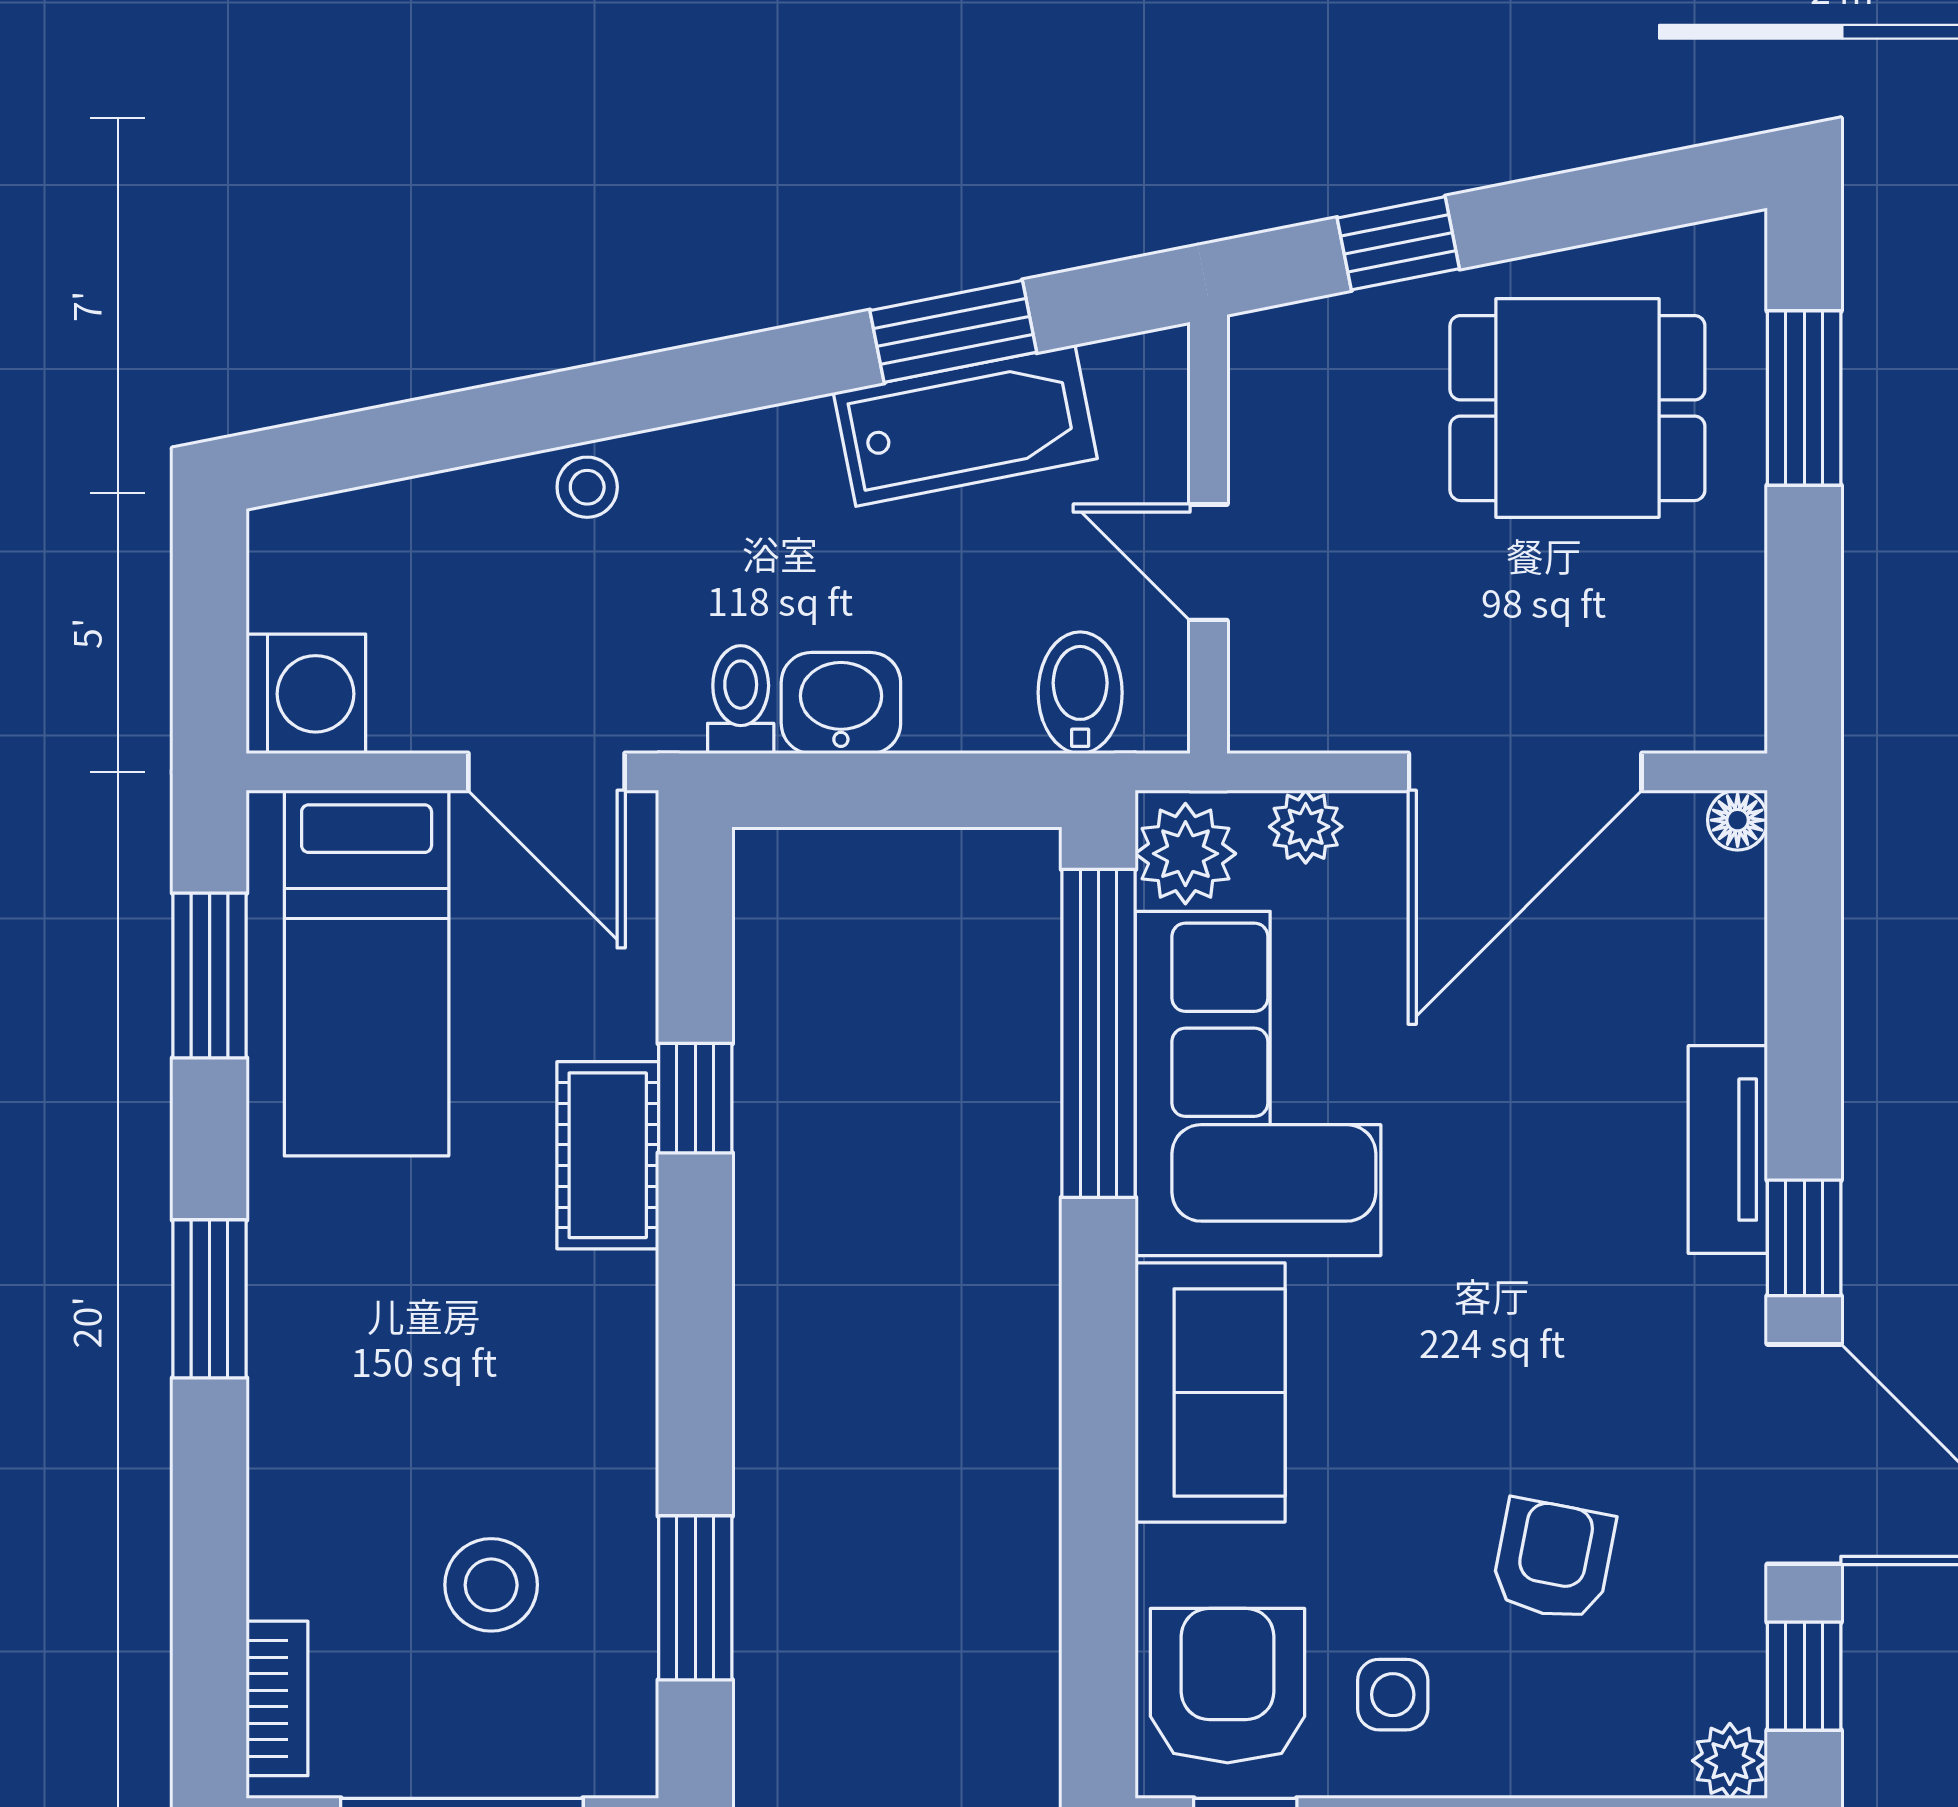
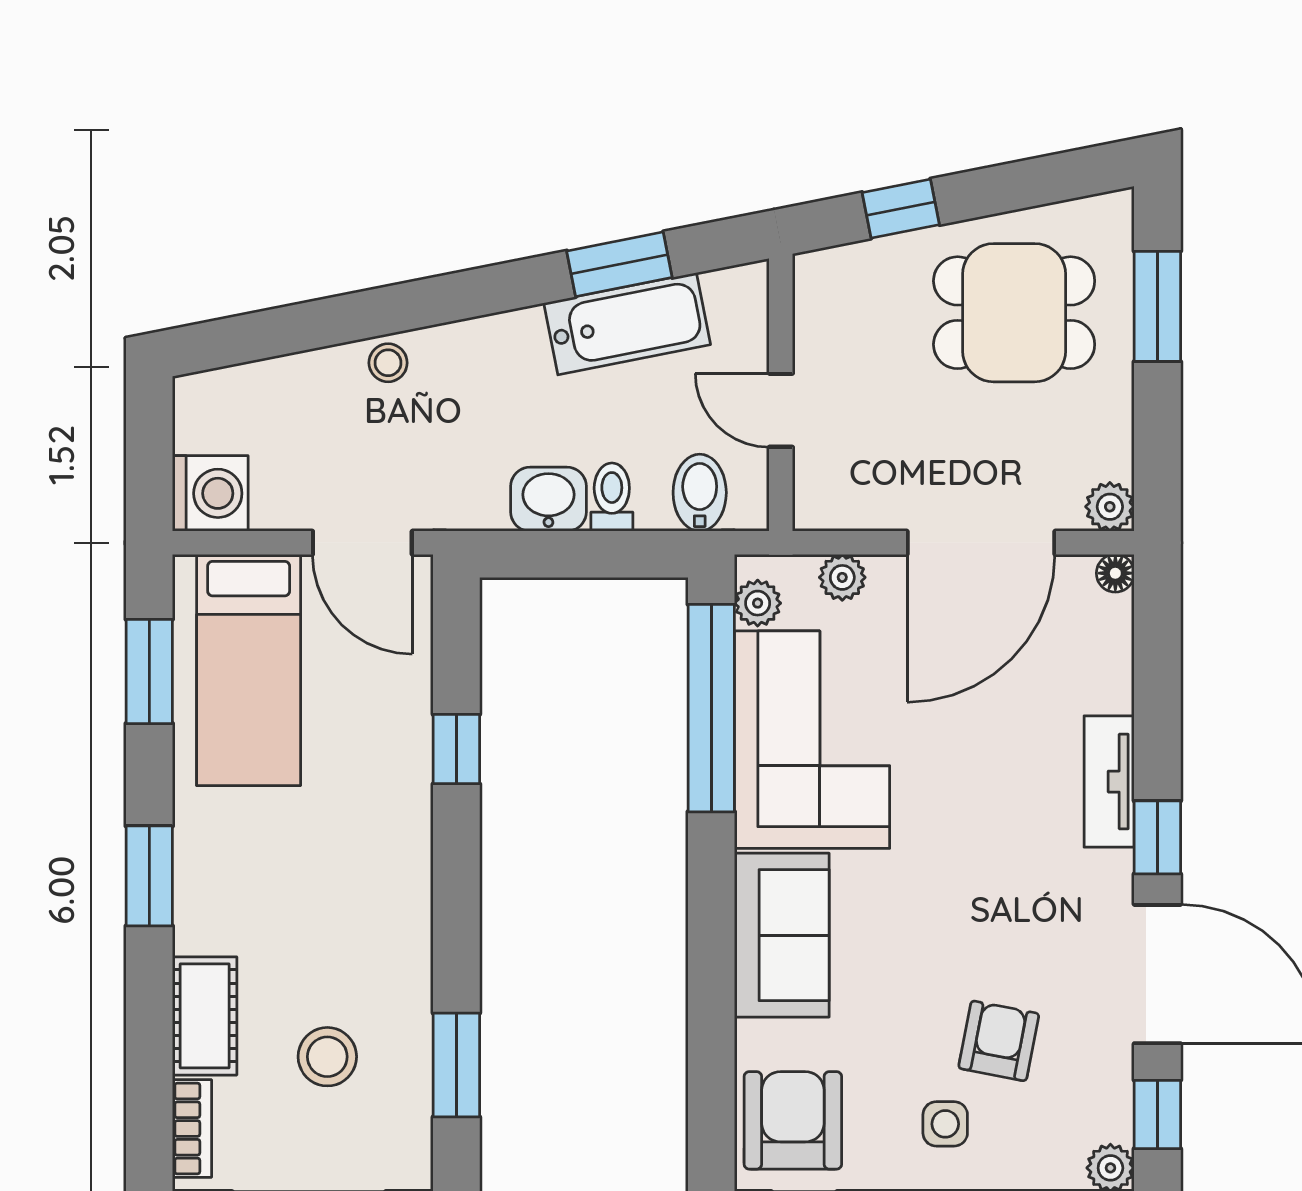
toilet: (741, 700) -> (612, 497), moved
plant: (1729, 715) -> (1110, 507), added
plant: (1185, 854) -> (758, 603), width x0.73, depth x0.73
cot: (608, 1155) -> (205, 1016), moved
side table: (1393, 1695) -> (945, 1124), moved

